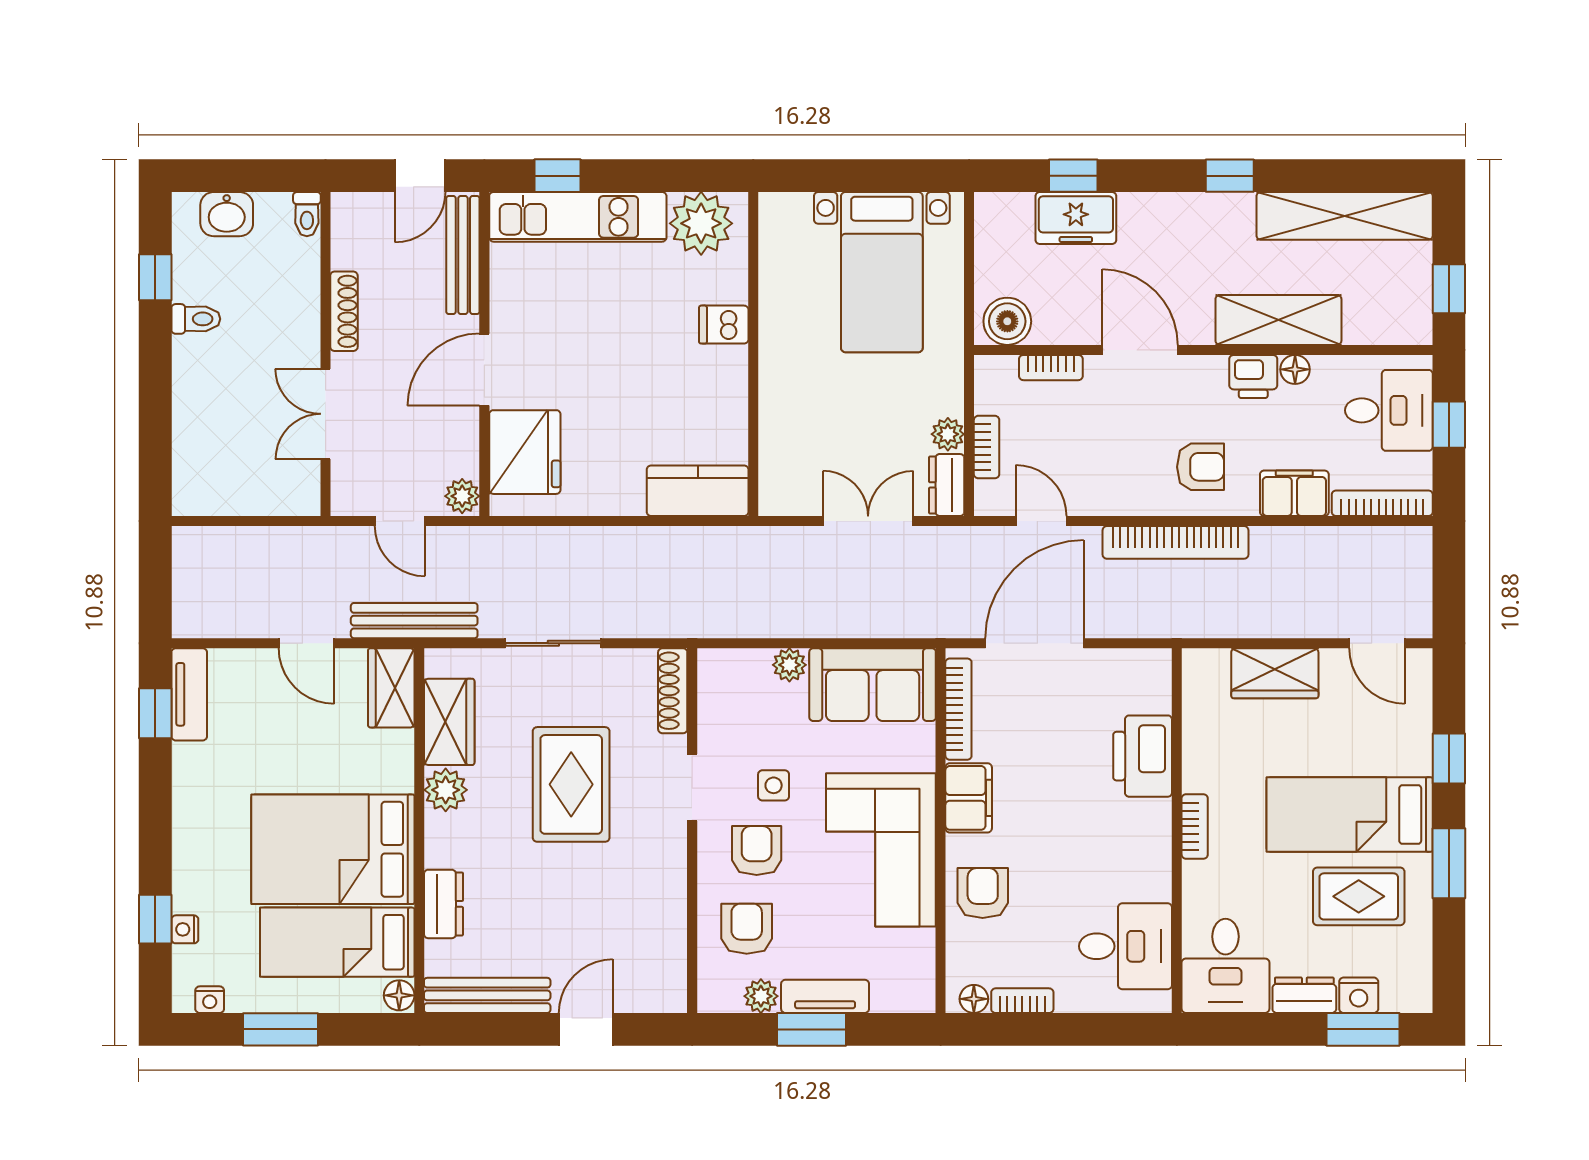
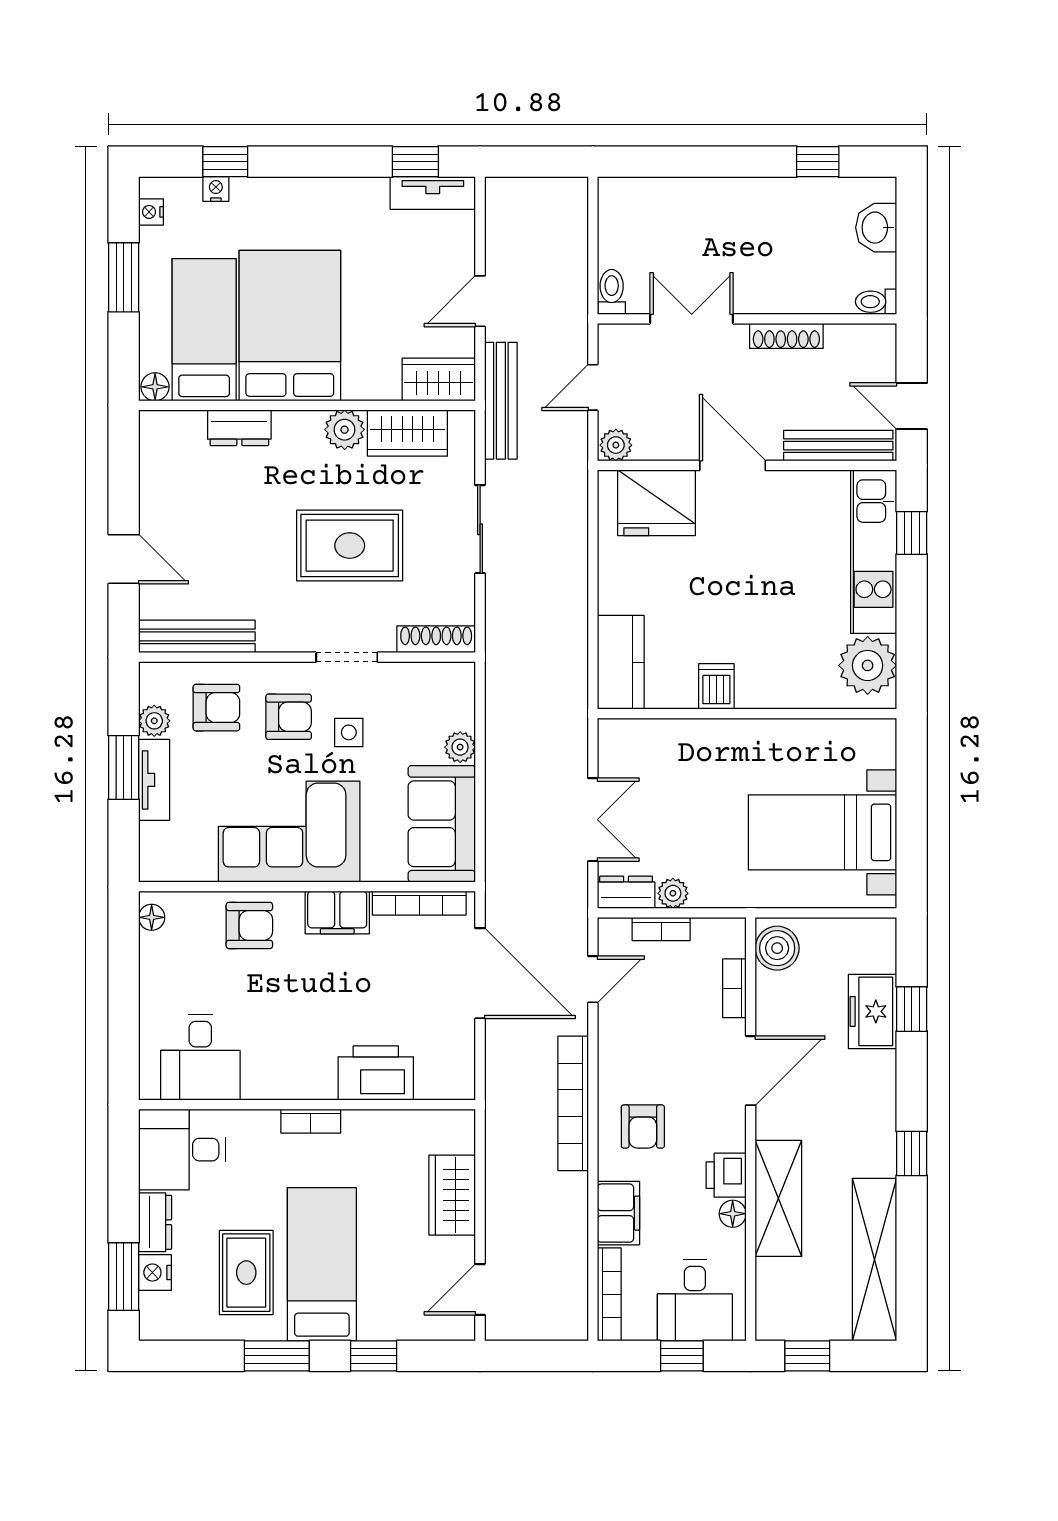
toilet: (196, 319) -> (612, 292), moved, turned 180
dishwasher: (724, 325) -> (716, 686), moved
bench: (487, 995) -> (197, 636), moved, turned 90
bookcase: (1022, 1001) -> (150, 962), removed

